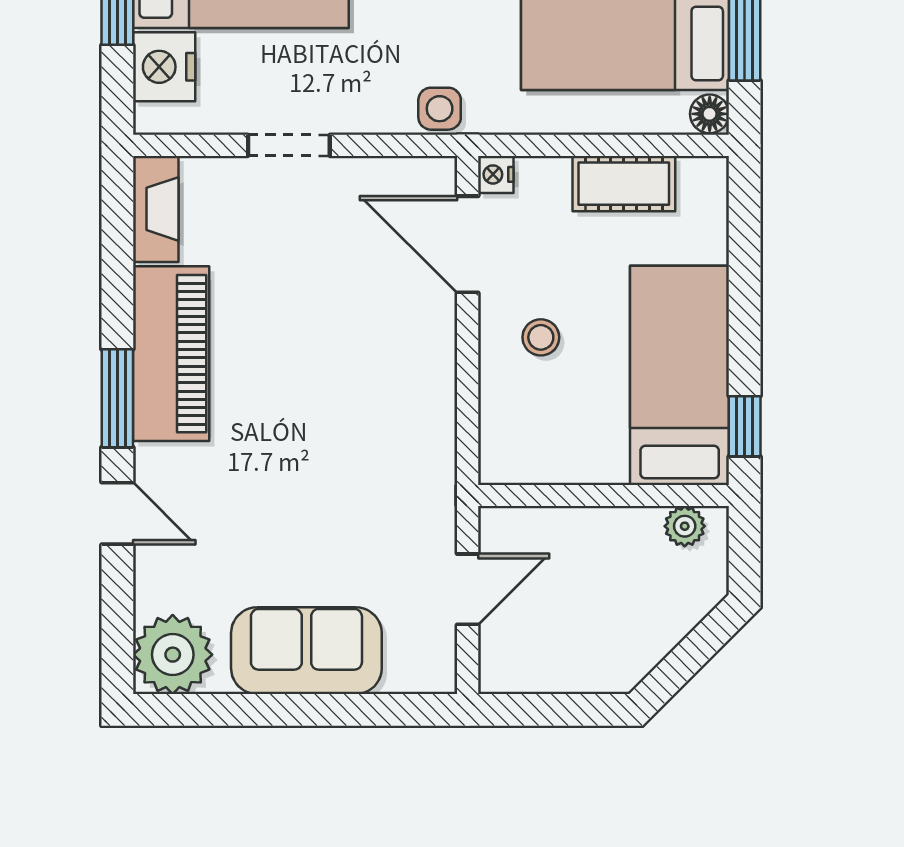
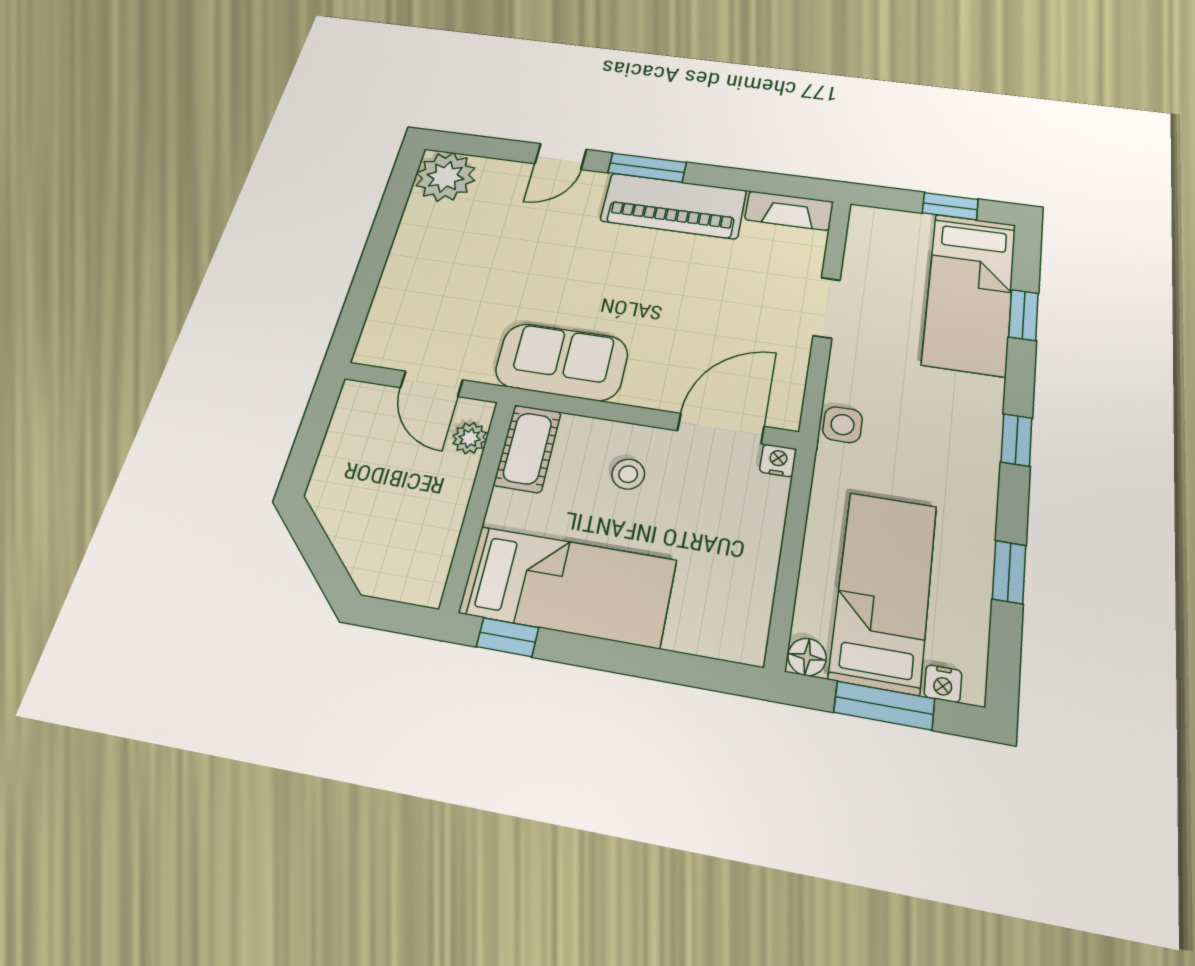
nightstand: (164, 67) -> (902, 231), removed
cot: (624, 184) -> (527, 448), moved
plant: (685, 526) -> (470, 438), moved
sofa: (306, 651) -> (562, 362), moved, turned -90

